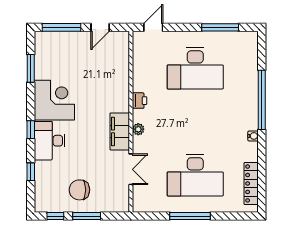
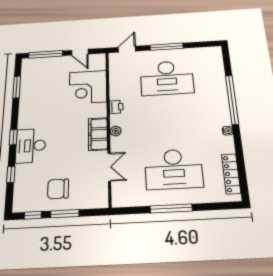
door: (100, 27) -> (80, 52), hinge flipped
window: (220, 27) -> (167, 47), moved
corner desk: (54, 100) -> (88, 87), moved, turned 180

